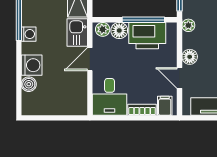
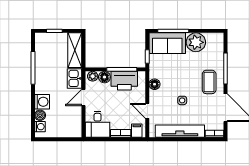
plant: (188, 25) -> (154, 73), removed
washing machine: (29, 34) -> (40, 127), moved
floor lamp: (190, 57) -> (155, 84), moved

